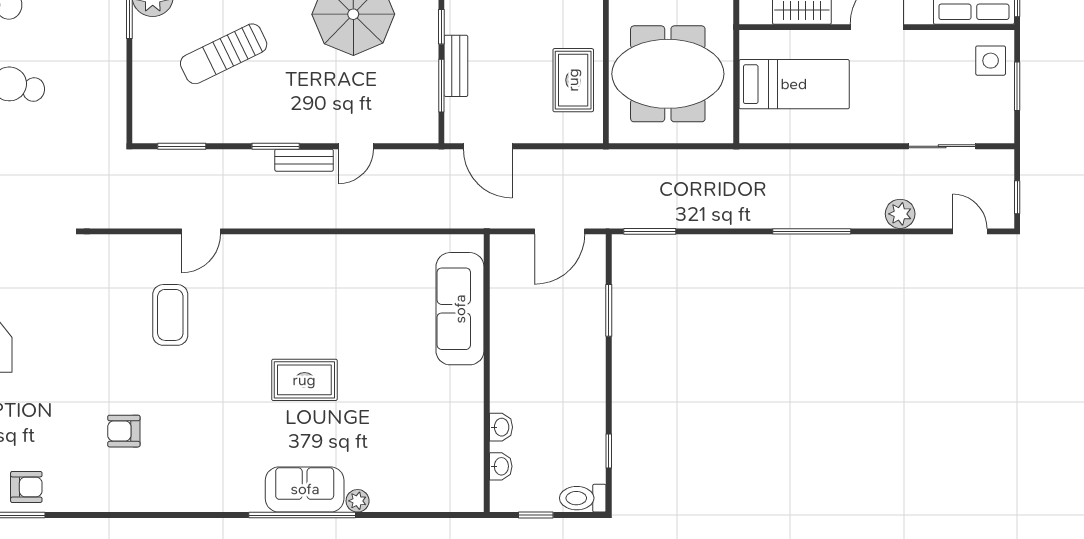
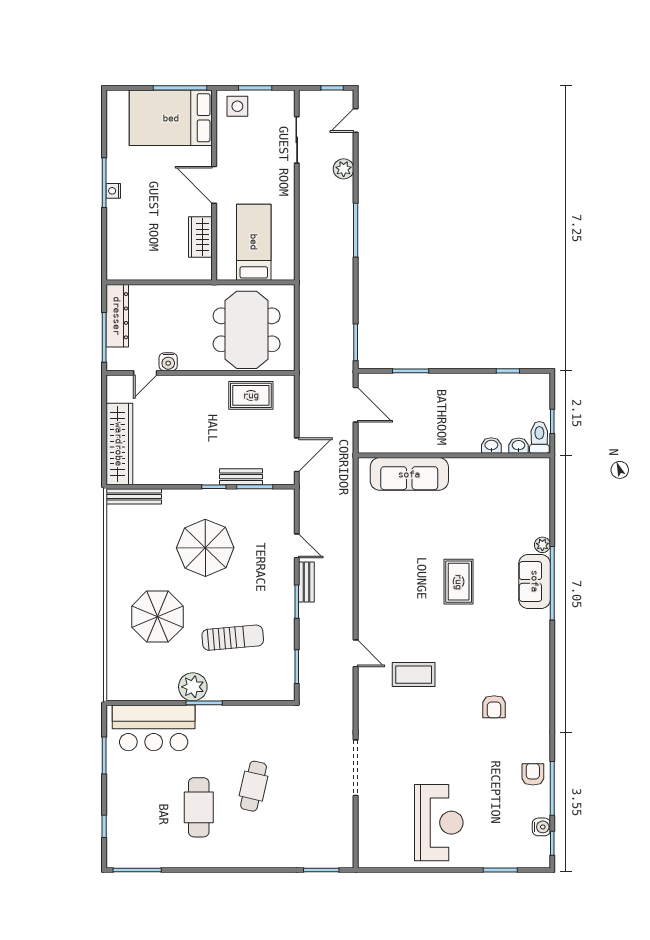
sun lounger: (224, 54) -> (233, 638), turned -69
toilet: (583, 498) -> (539, 437), moved, turned 180

